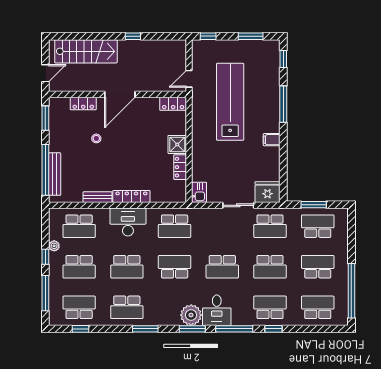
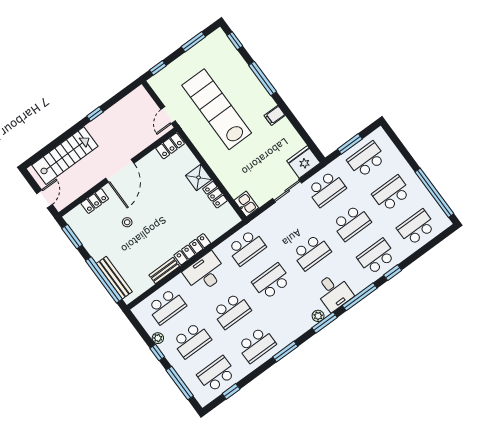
plant: (191, 315) -> (318, 316), width x0.53, depth x0.53

